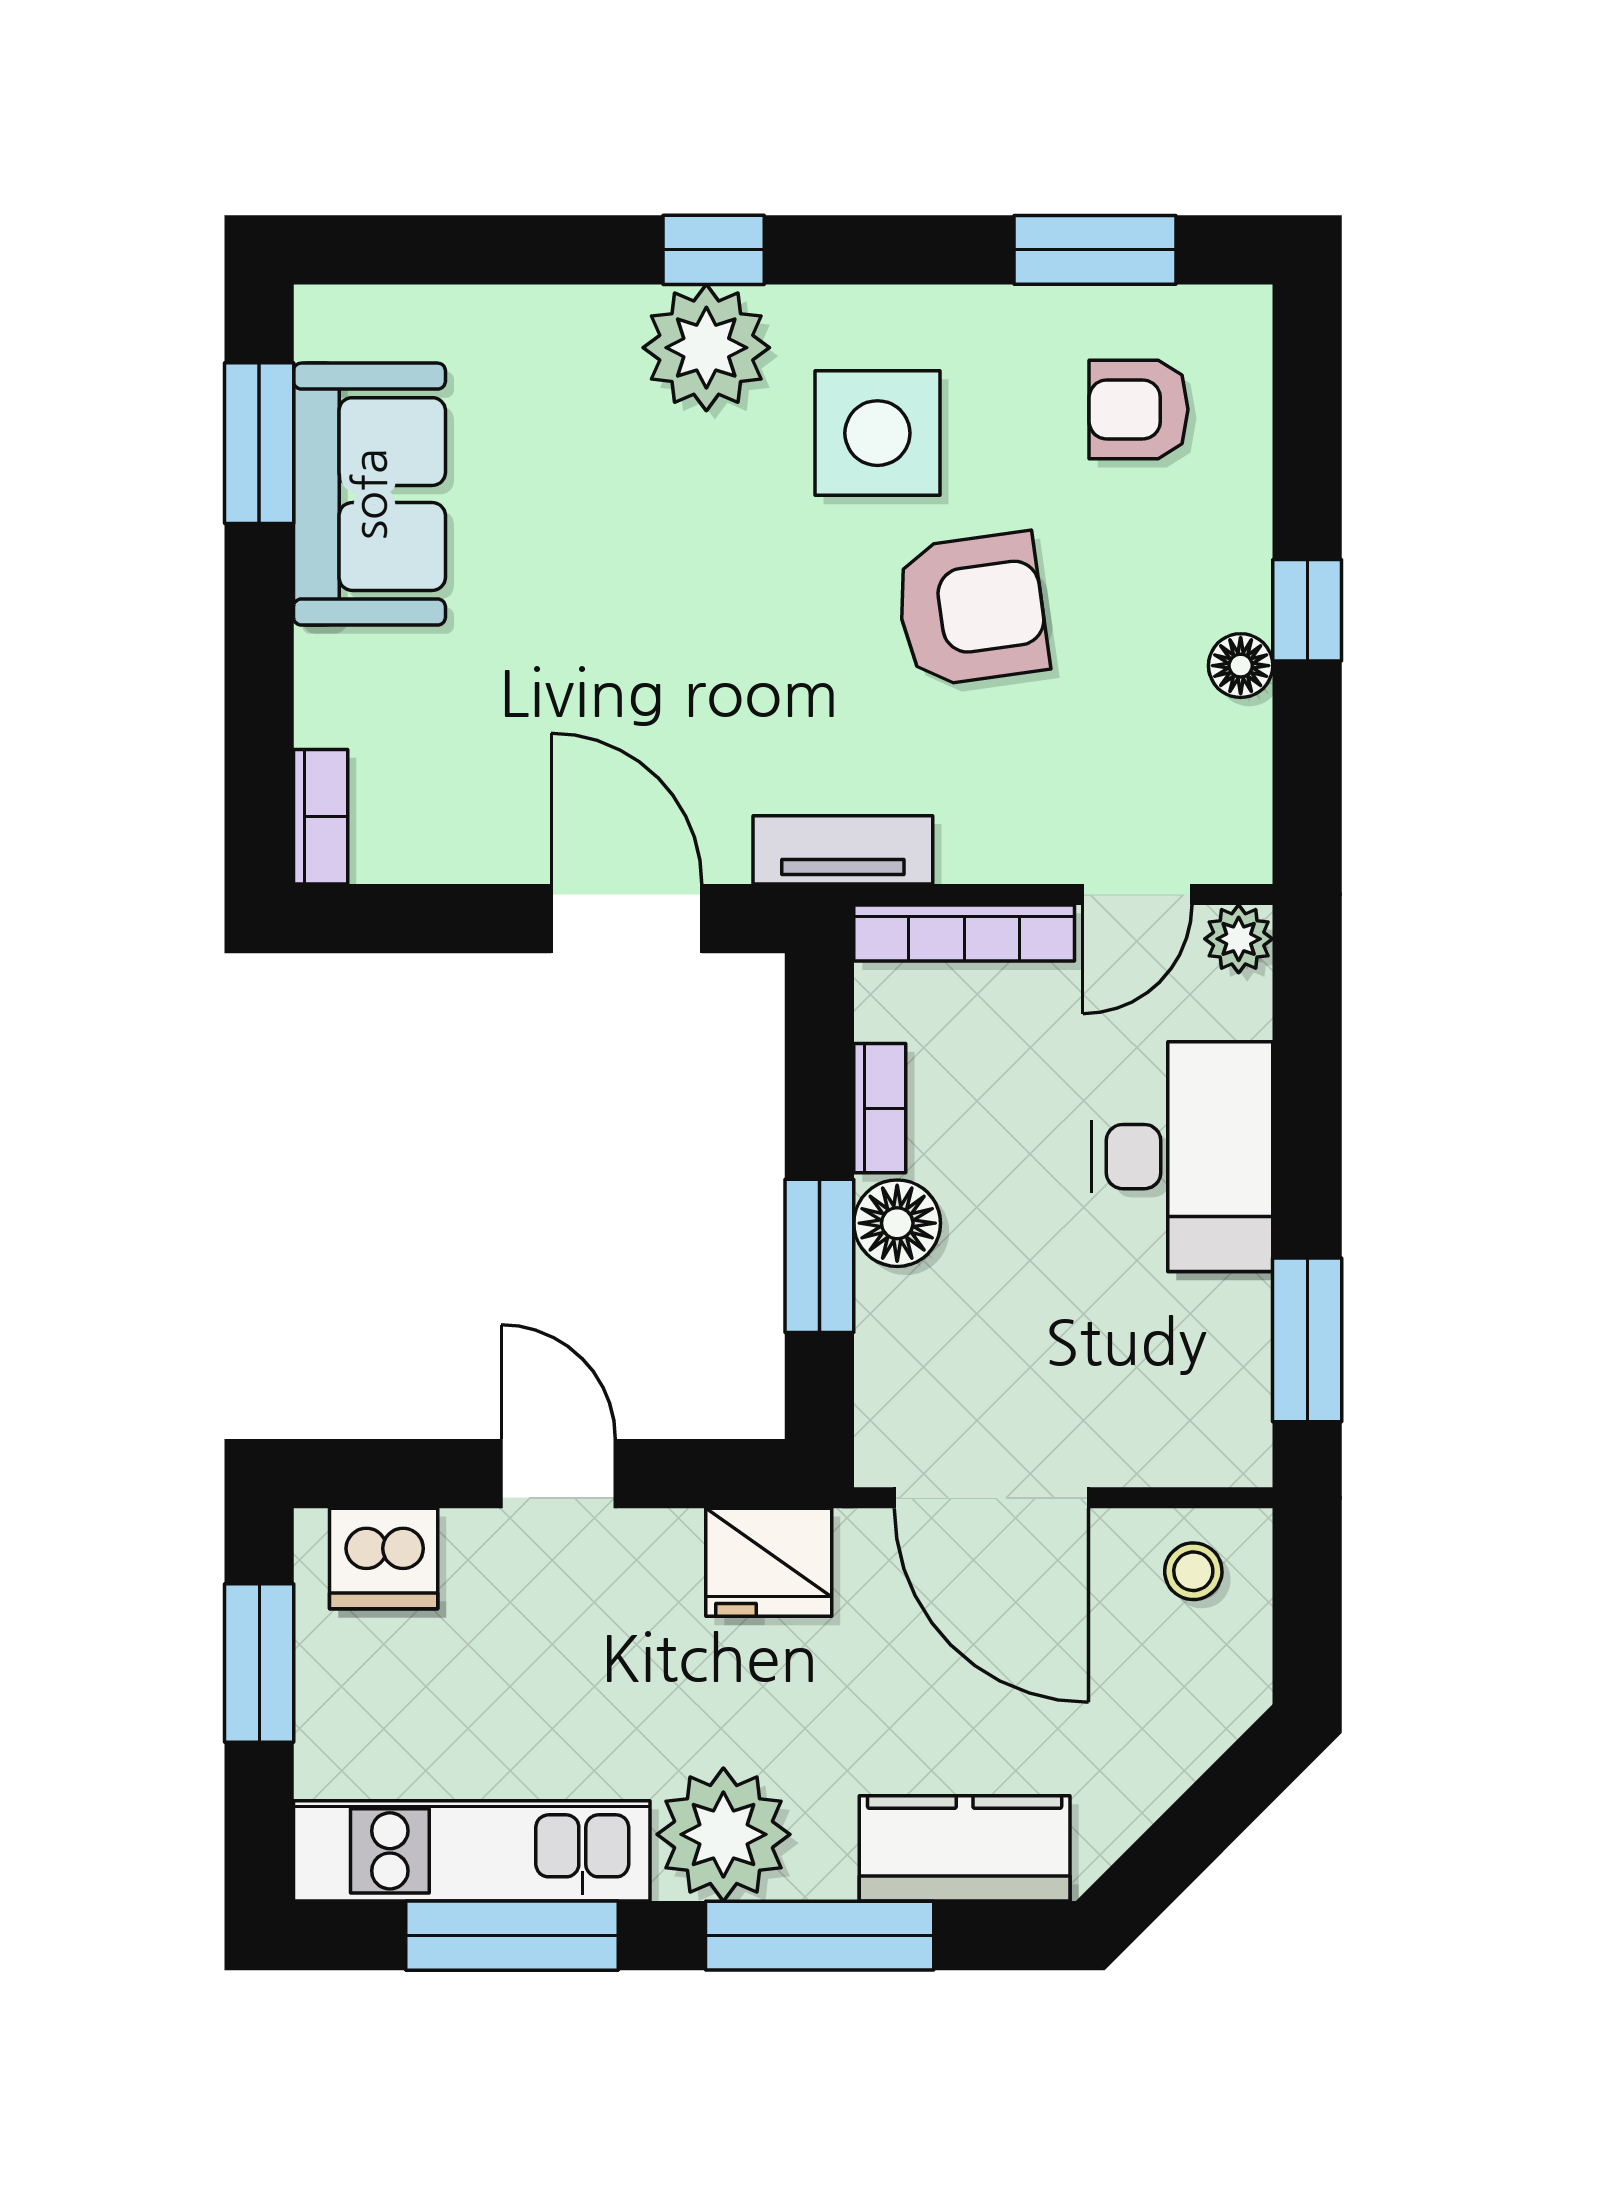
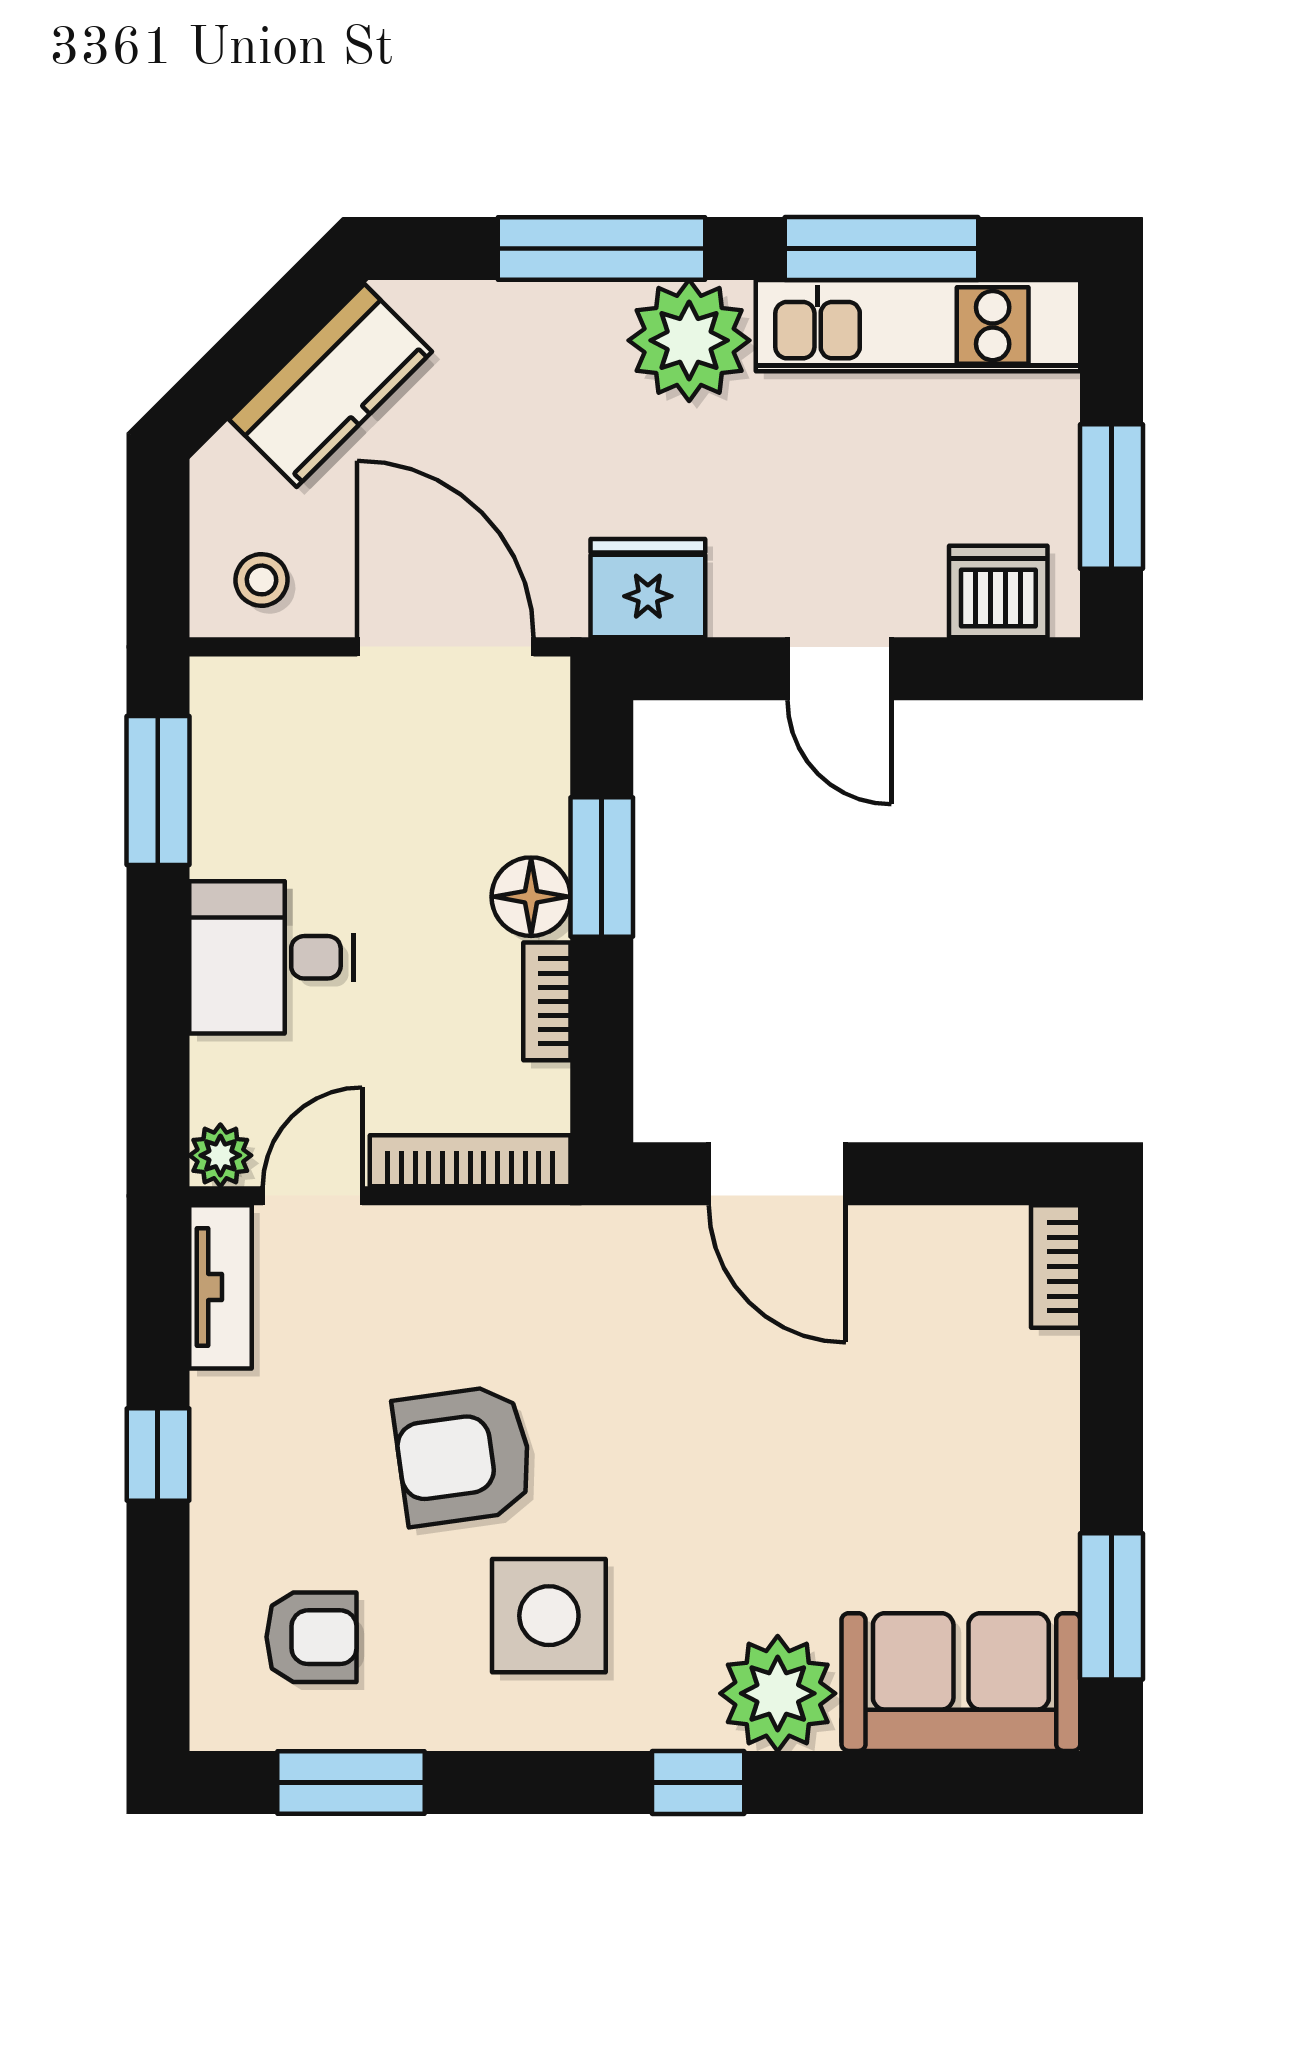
plant: (706, 348) -> (778, 1693), moved
sofa: (369, 494) -> (961, 1682), moved, turned 90
floor lamp: (1241, 666) -> (218, 1404), removed
tv unit: (843, 850) -> (221, 1287), moved, turned -90
desk: (1182, 1157) -> (272, 957), width x0.73
kitchen counter: (965, 1848) -> (331, 385), moved, turned -45

